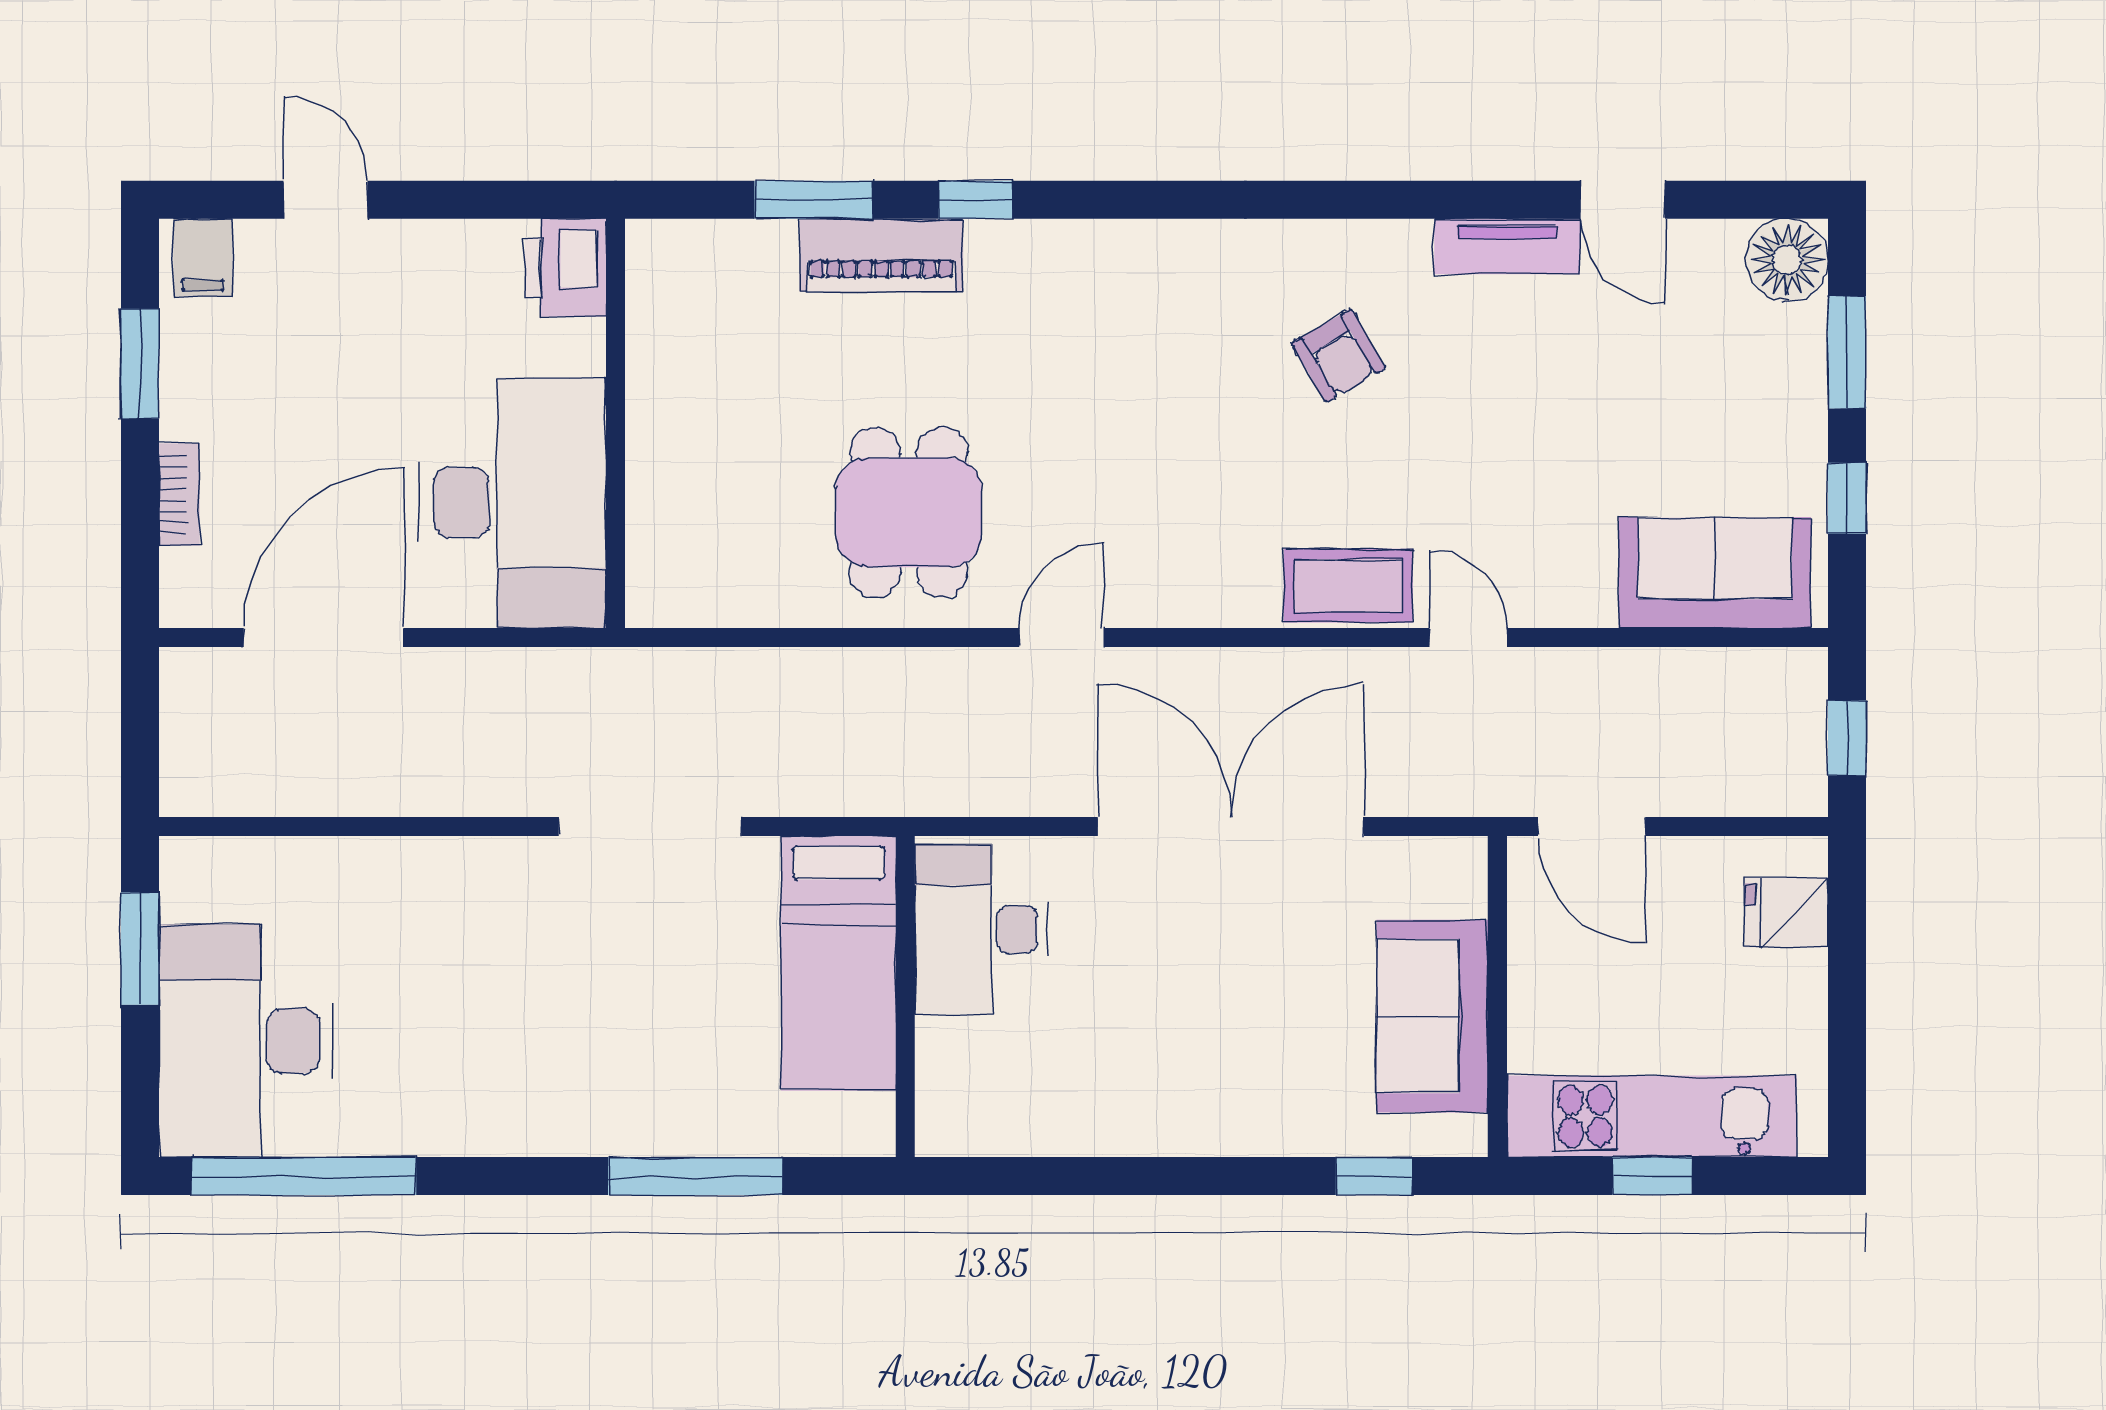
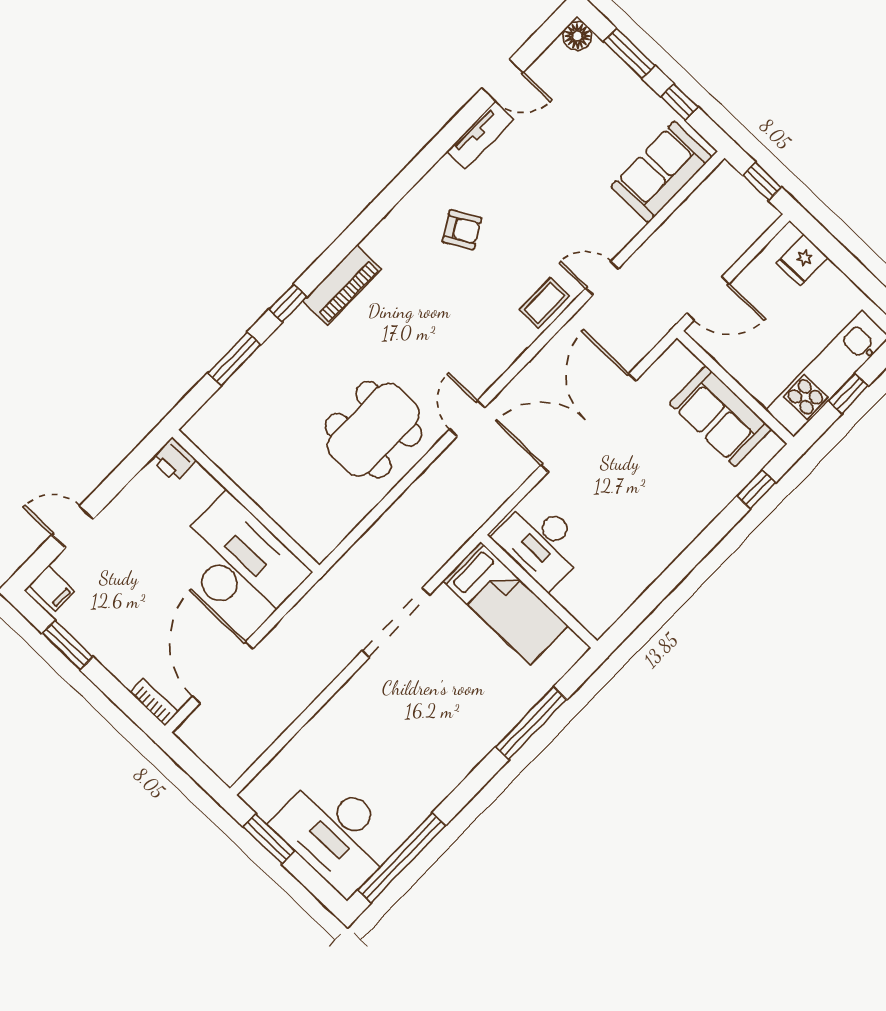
piano: (881, 255) -> (342, 285), moved
floor lamp: (1787, 260) -> (577, 36), width x0.73, depth x0.73
printer: (566, 268) -> (174, 460), width x0.73, depth x0.81
bookcase: (179, 495) -> (154, 702), moved
dining table: (909, 512) -> (373, 430), width x1.38
coffee table: (1348, 586) -> (544, 303), width x0.73, depth x0.77

